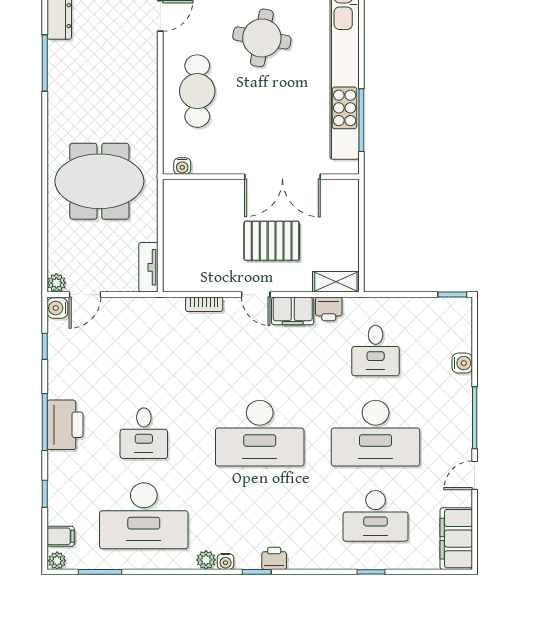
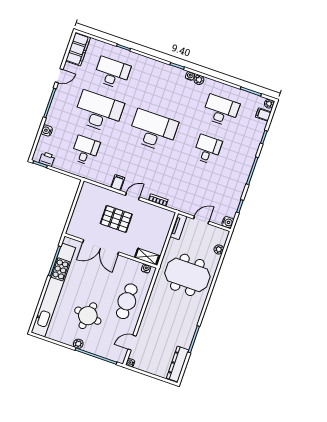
double door: (282, 177) -> (101, 247), swing flipped
shelving: (336, 282) -> (147, 257), moved
plant: (56, 283) -> (219, 249), moved
door: (85, 295) -> (201, 220), moved
door: (256, 295) -> (132, 196), hinge flipped
printer: (329, 309) -> (47, 159), moved
filing cabinet: (293, 311) -> (118, 183), width x0.50
printer: (65, 425) -> (243, 166), removed
desk: (144, 516) -> (221, 111), width x0.73, depth x0.77
printer: (274, 558) -> (167, 69), removed

